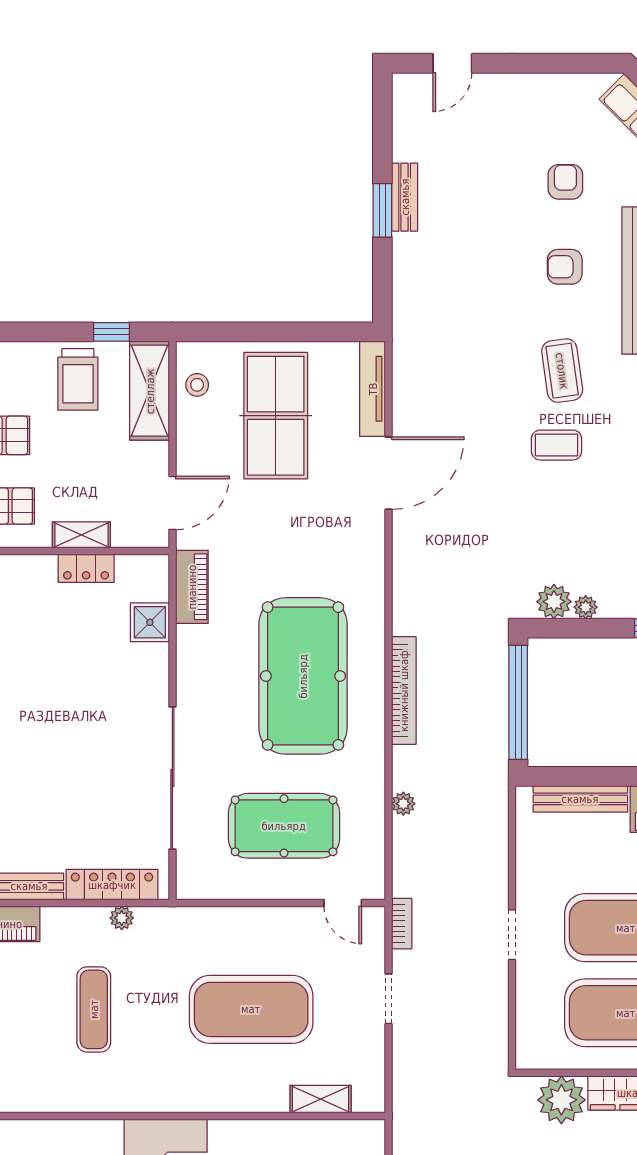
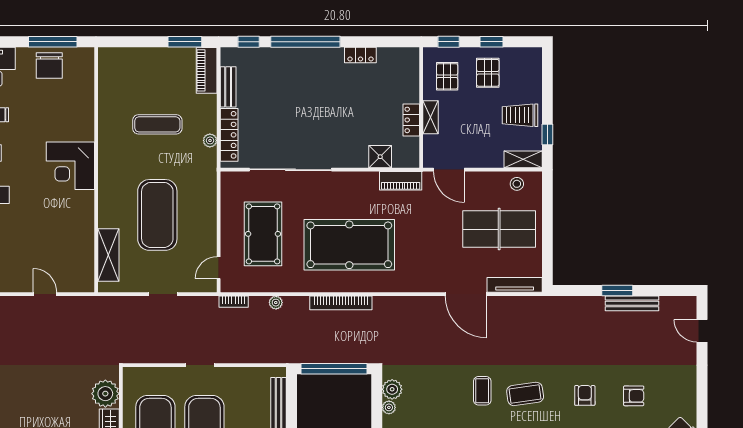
bench: (405, 197) -> (632, 303), width x1.36
shelving: (150, 391) -> (523, 159), width x0.67, depth x0.75
bookcase: (402, 924) -> (234, 302), moved
shelving: (321, 1099) -> (108, 255), width x1.50, depth x1.33

